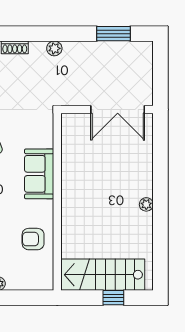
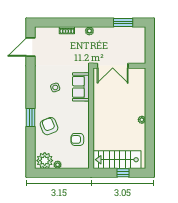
double door: (118, 110) -> (113, 66), moved
sofa: (39, 174) -> (81, 87), moved

